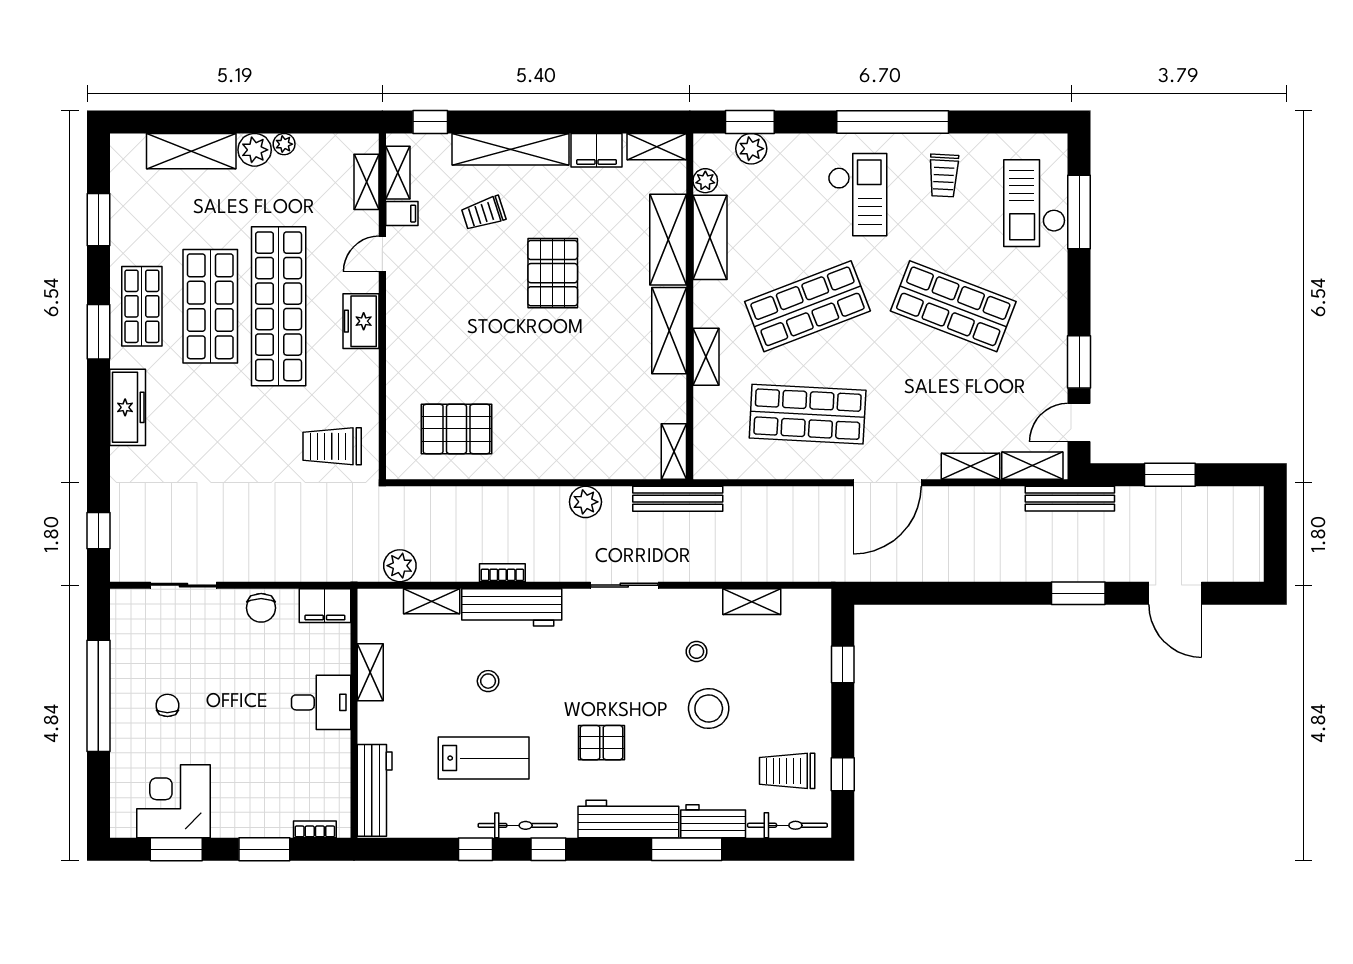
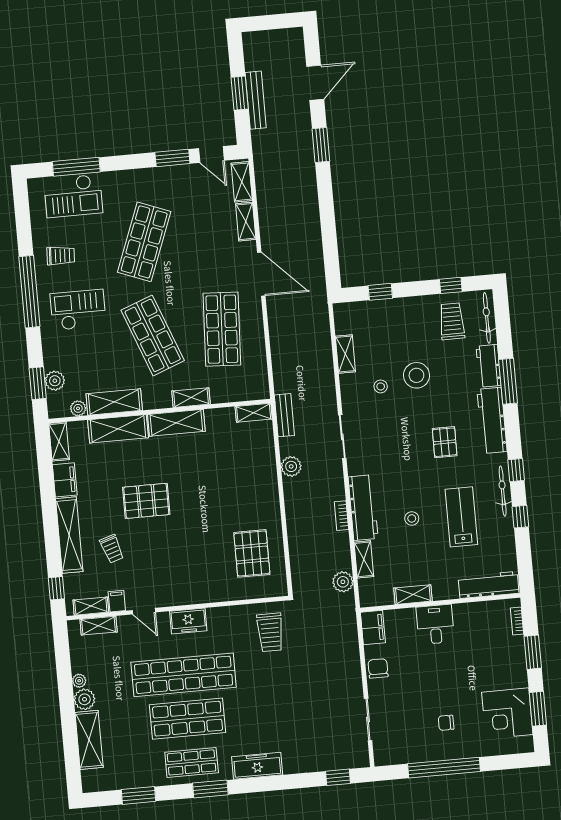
bench: (678, 499) -> (284, 415), width x0.73
bench: (1070, 499) -> (256, 100), moved
chair: (261, 608) -> (378, 668), turned -90
trolley: (787, 771) -> (452, 321), turned 180

